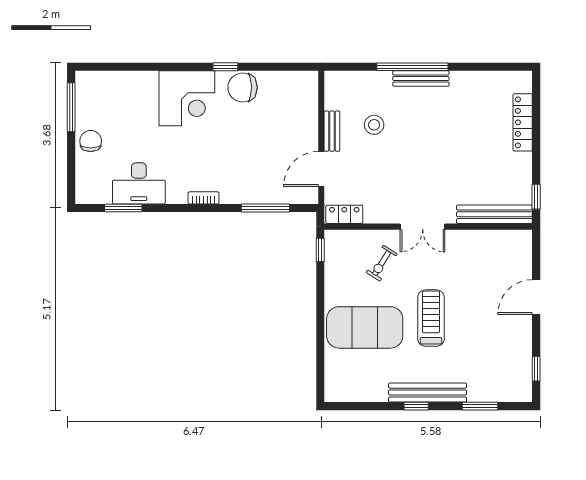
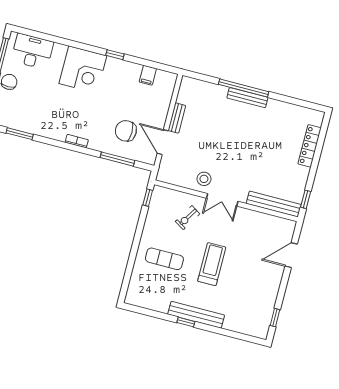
filing cabinet: (277, 83) -> (148, 75), added
chair: (243, 87) -> (126, 131), moved
stool: (374, 125) -> (204, 179), moved
door: (321, 169) -> (163, 142), hinge flipped
desk: (139, 183) -> (32, 51), moved, turned 180
locker: (344, 214) -> (171, 177), removed
door: (536, 297) -> (291, 255), moved
exercise mat: (365, 327) -> (164, 259), width x0.50, depth x0.69
window: (480, 406) -> (230, 333), removed

